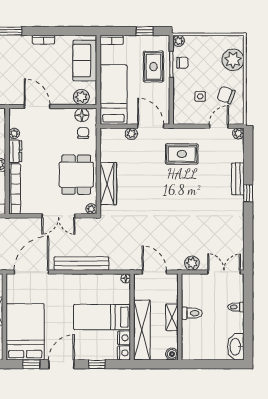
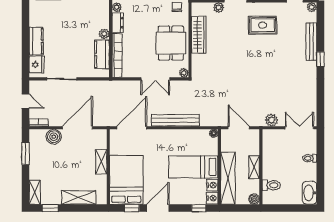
bench: (238, 179) -> (311, 42), width x1.36
wardrobe: (108, 184) -> (199, 35), moved
toilet: (192, 313) -> (271, 185), moved
window: (97, 364) -> (199, 208), moved

